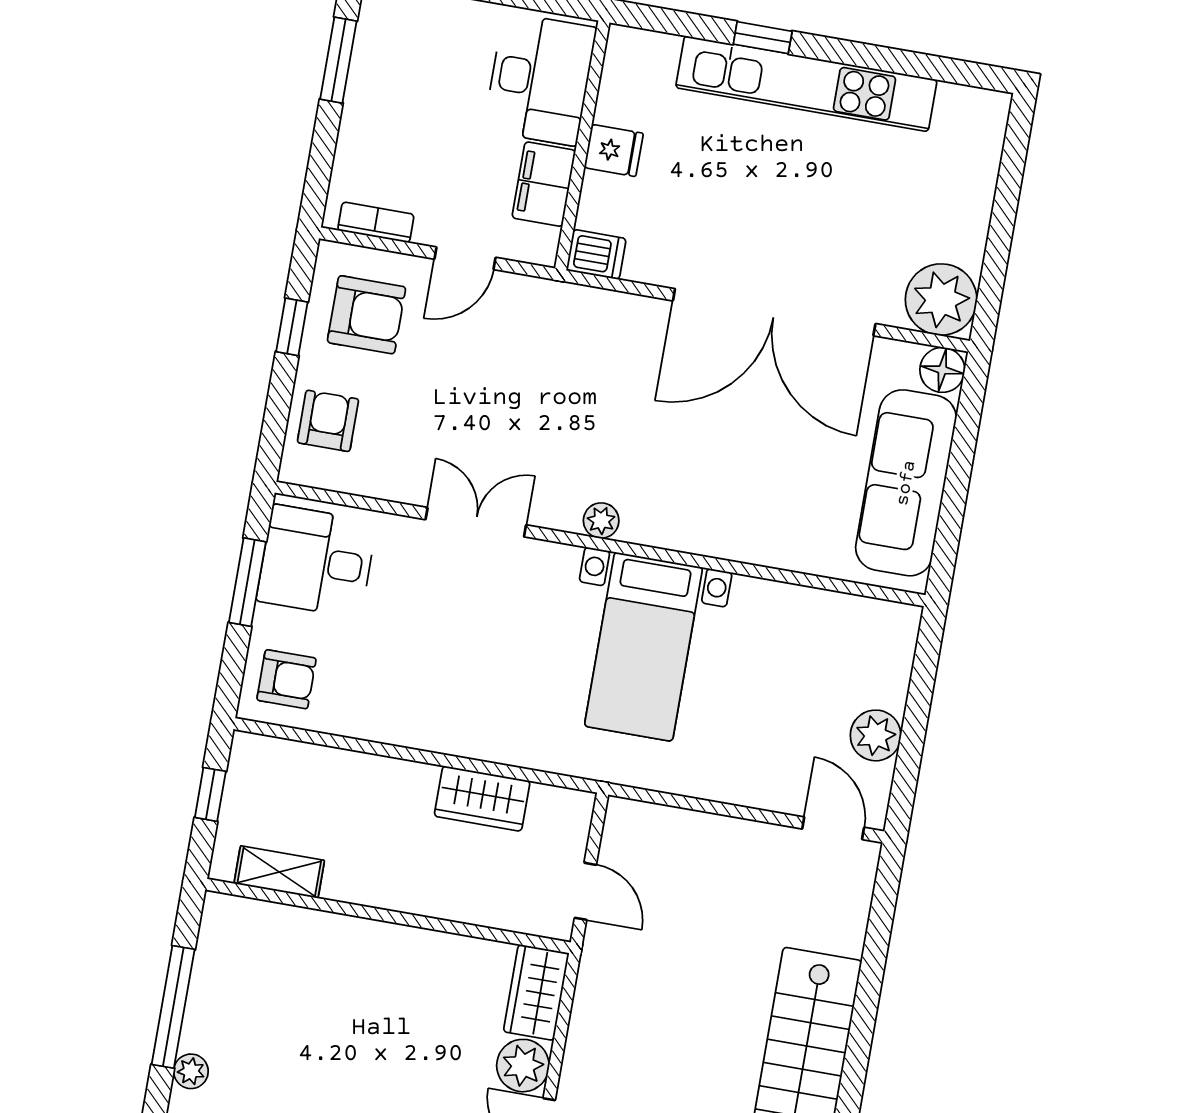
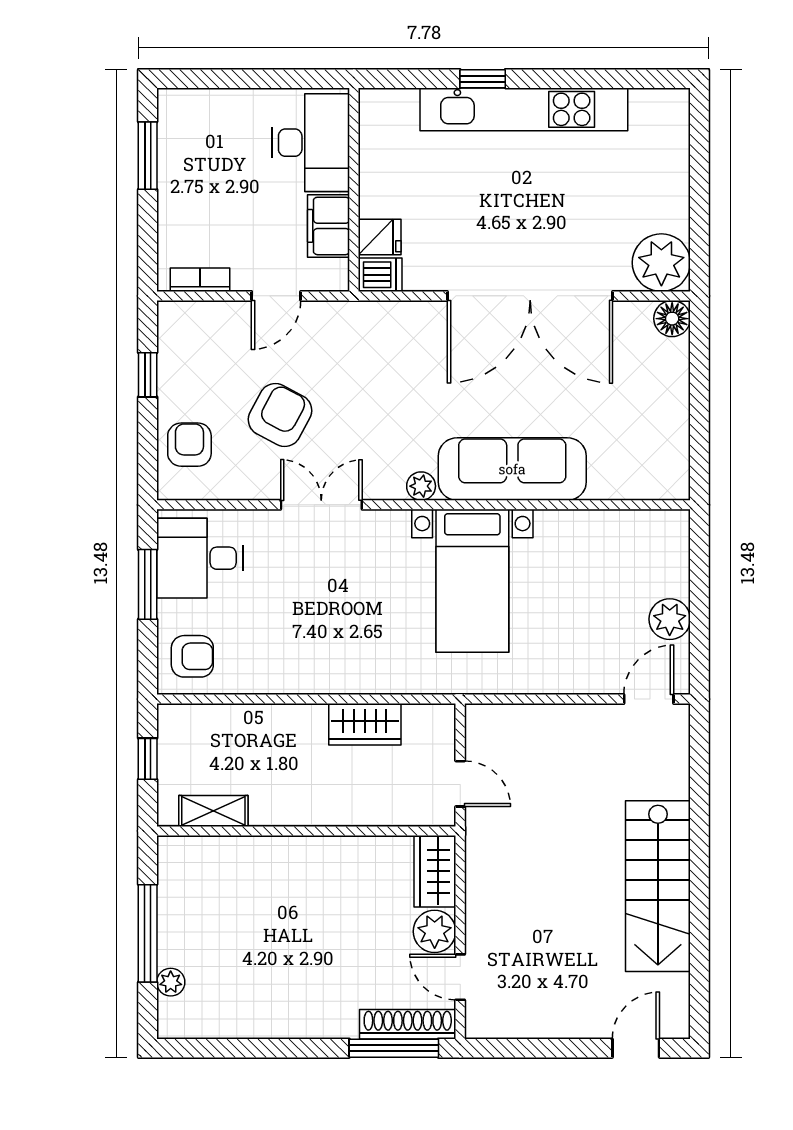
fridge: (614, 150) -> (380, 237), moved
armchair: (367, 315) -> (280, 415), moved, turned -62
sofa: (906, 483) -> (512, 469), moved, turned 90
door: (833, 828) -> (649, 699), hinge flipped

